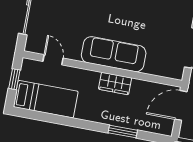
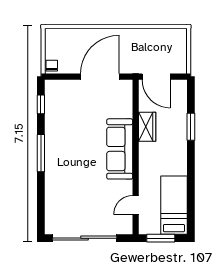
window: (14, 79) -> (161, 238), width x1.50
wardrobe: (115, 84) -> (147, 127), moved

